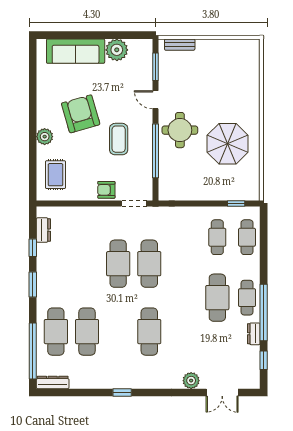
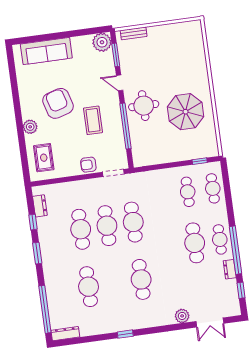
plant: (117, 50) -> (102, 42), moved
cafe table: (56, 332) -> (81, 229), moved

